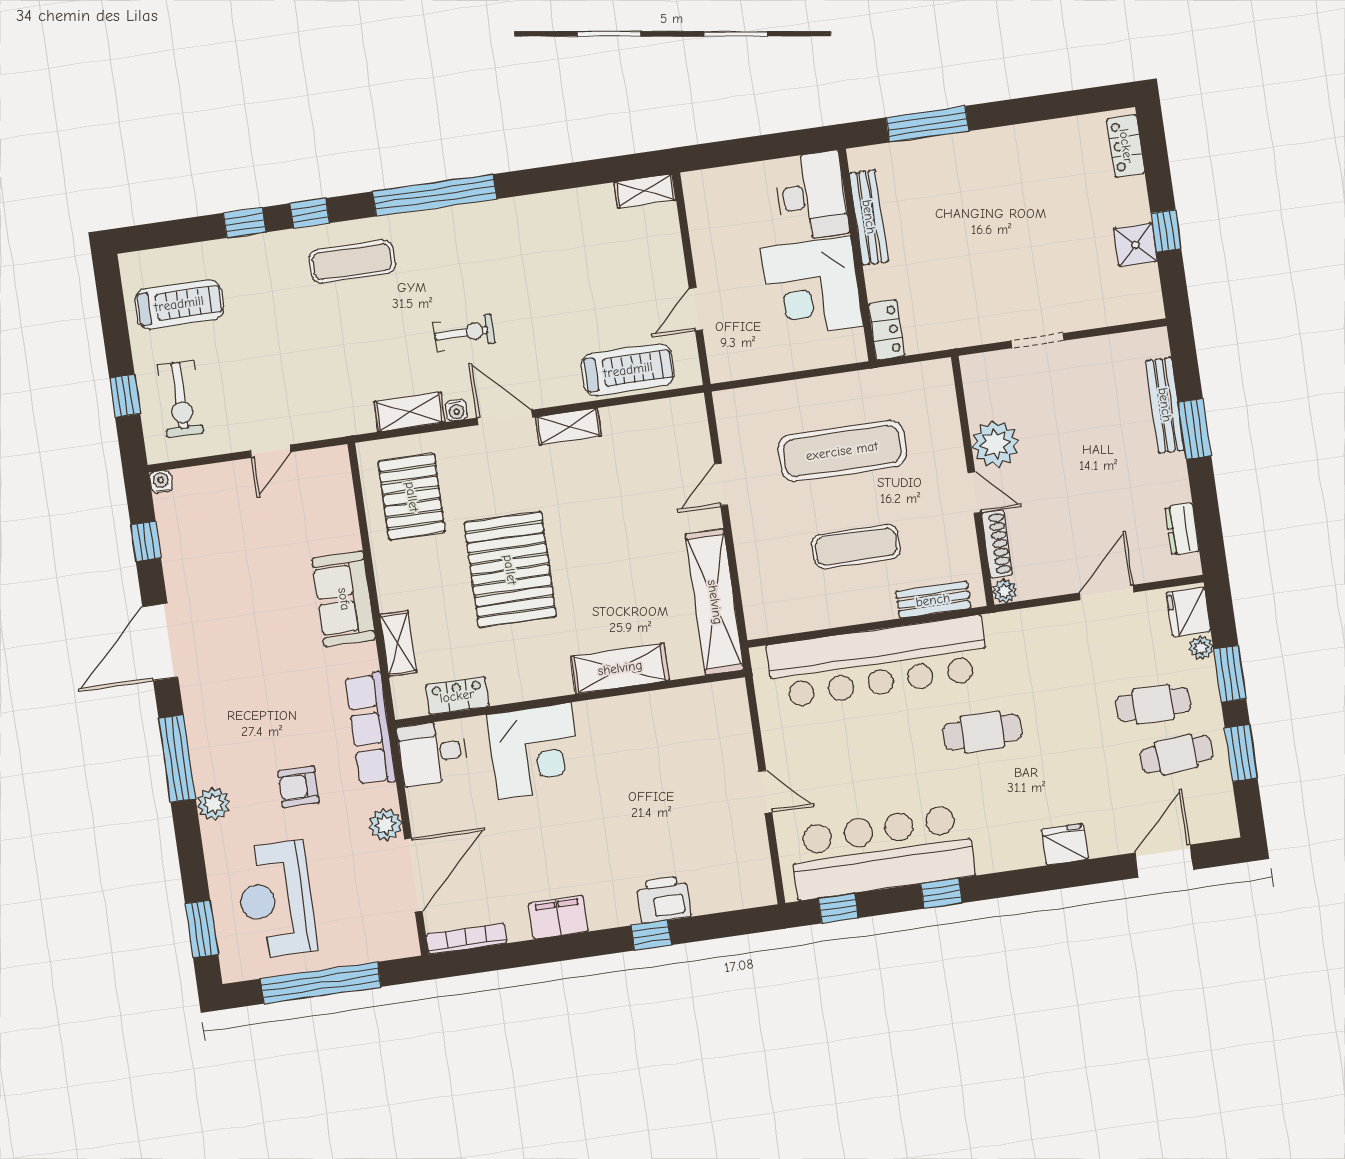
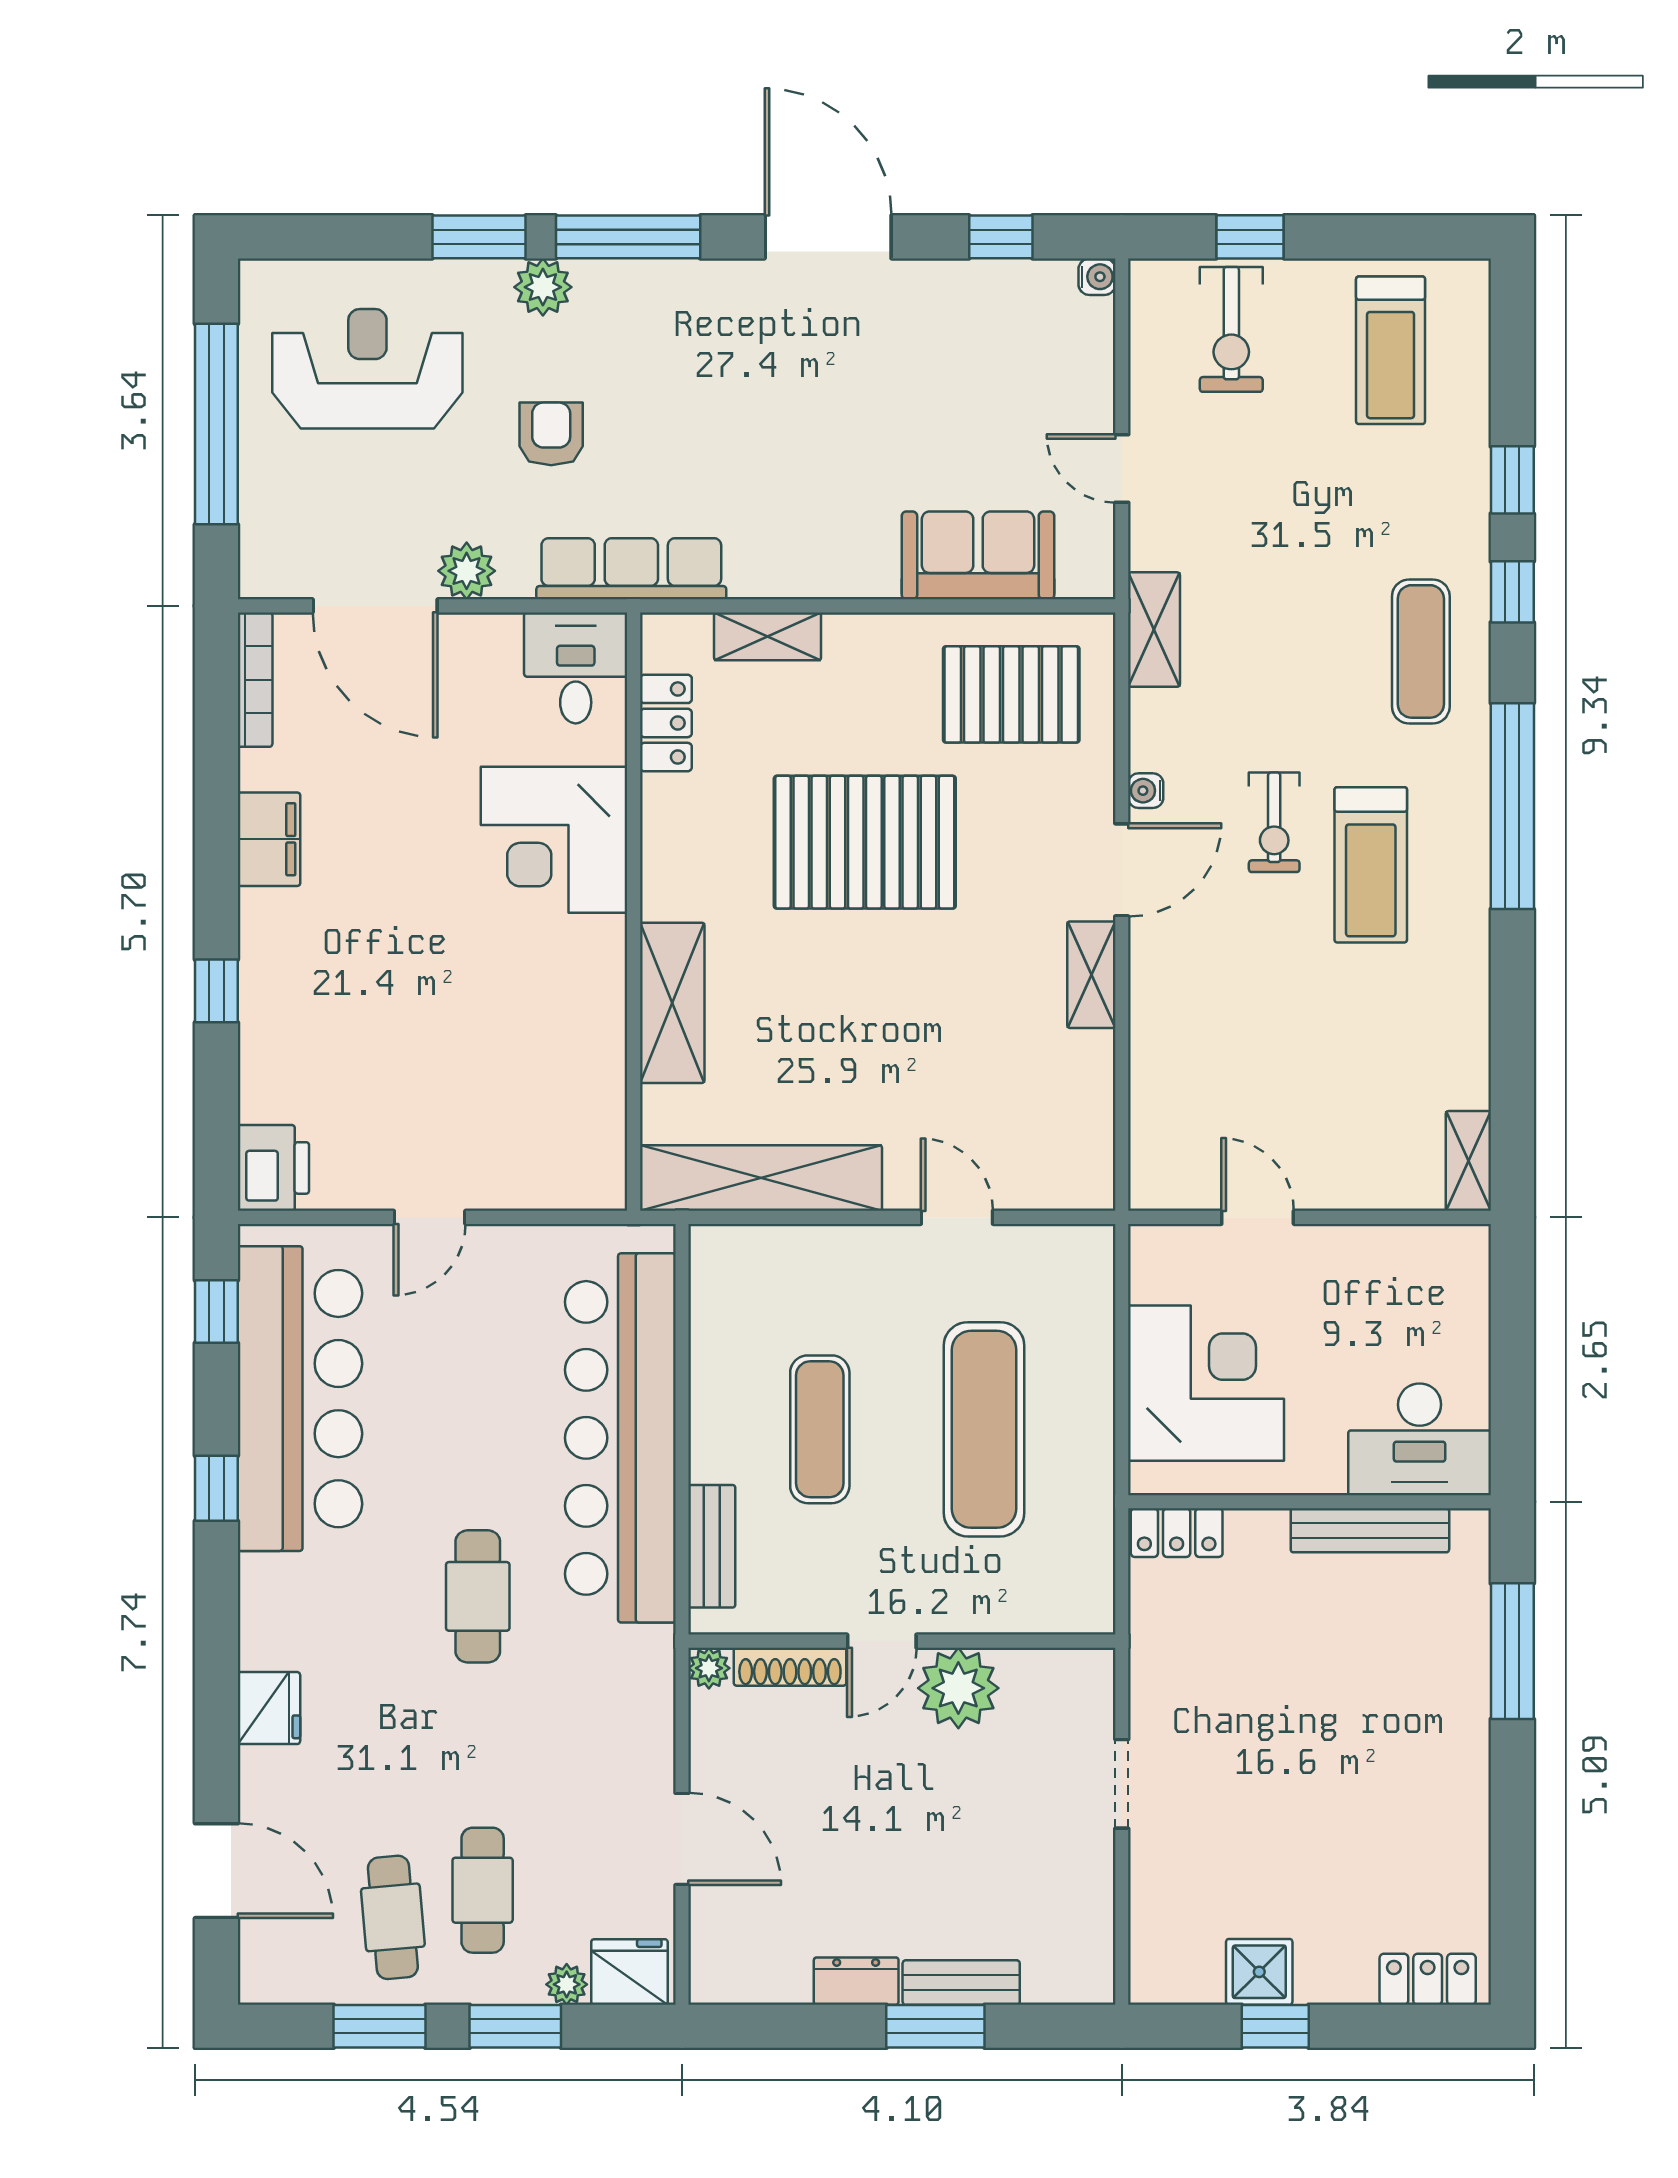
corner desk: (812, 287) -> (1206, 1383), moved, turned 90
treadmill: (628, 370) -> (1371, 865), moved
exercise bike: (180, 399) -> (1231, 329), turned -90
bench: (1165, 405) -> (961, 1983), width x0.73
shelving: (410, 412) -> (1154, 630), moved
dresser: (1182, 529) -> (856, 1981), moved
sofa: (344, 599) -> (978, 555), moved
printer: (664, 899) -> (273, 1168), moved
window: (202, 929) -> (479, 237), moved

